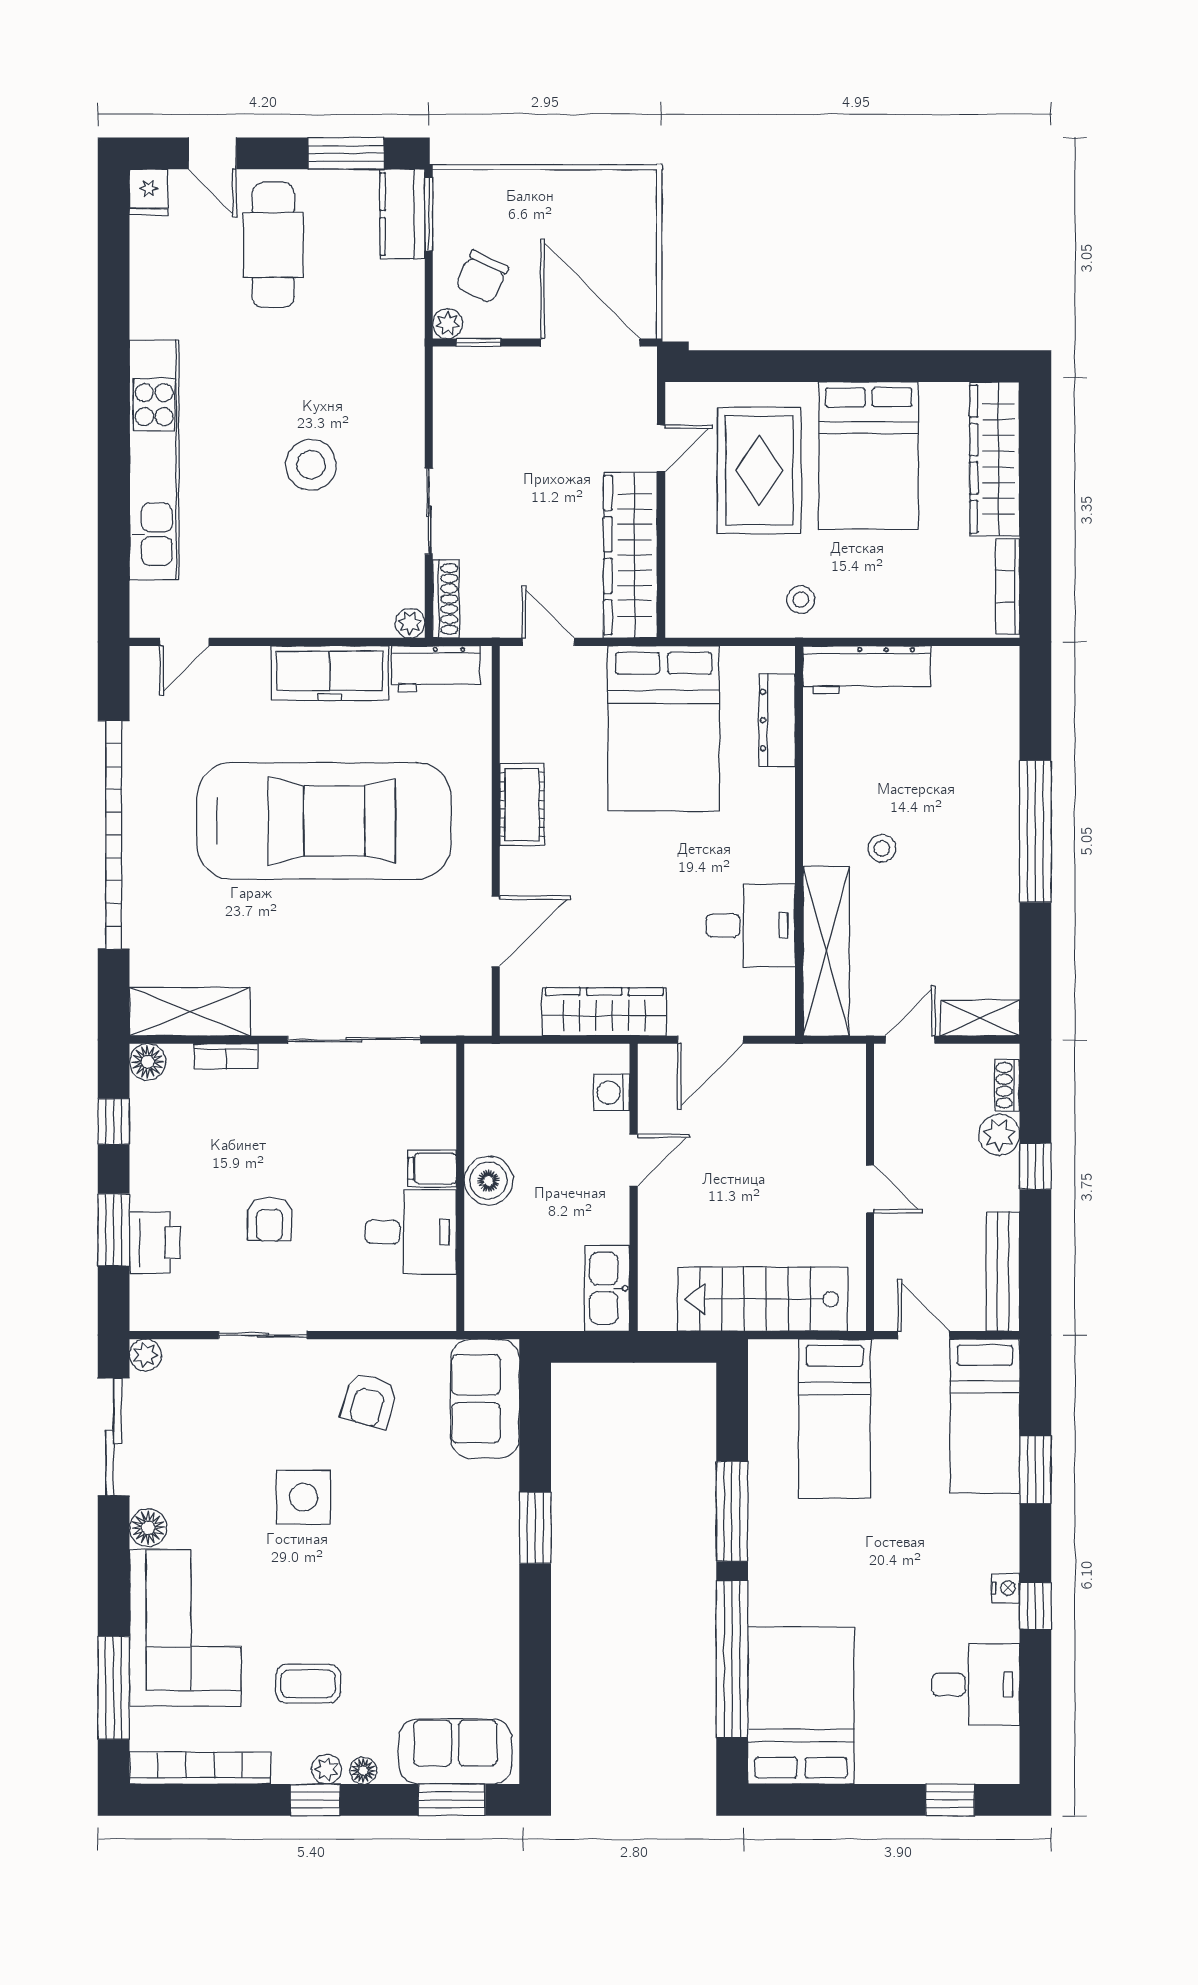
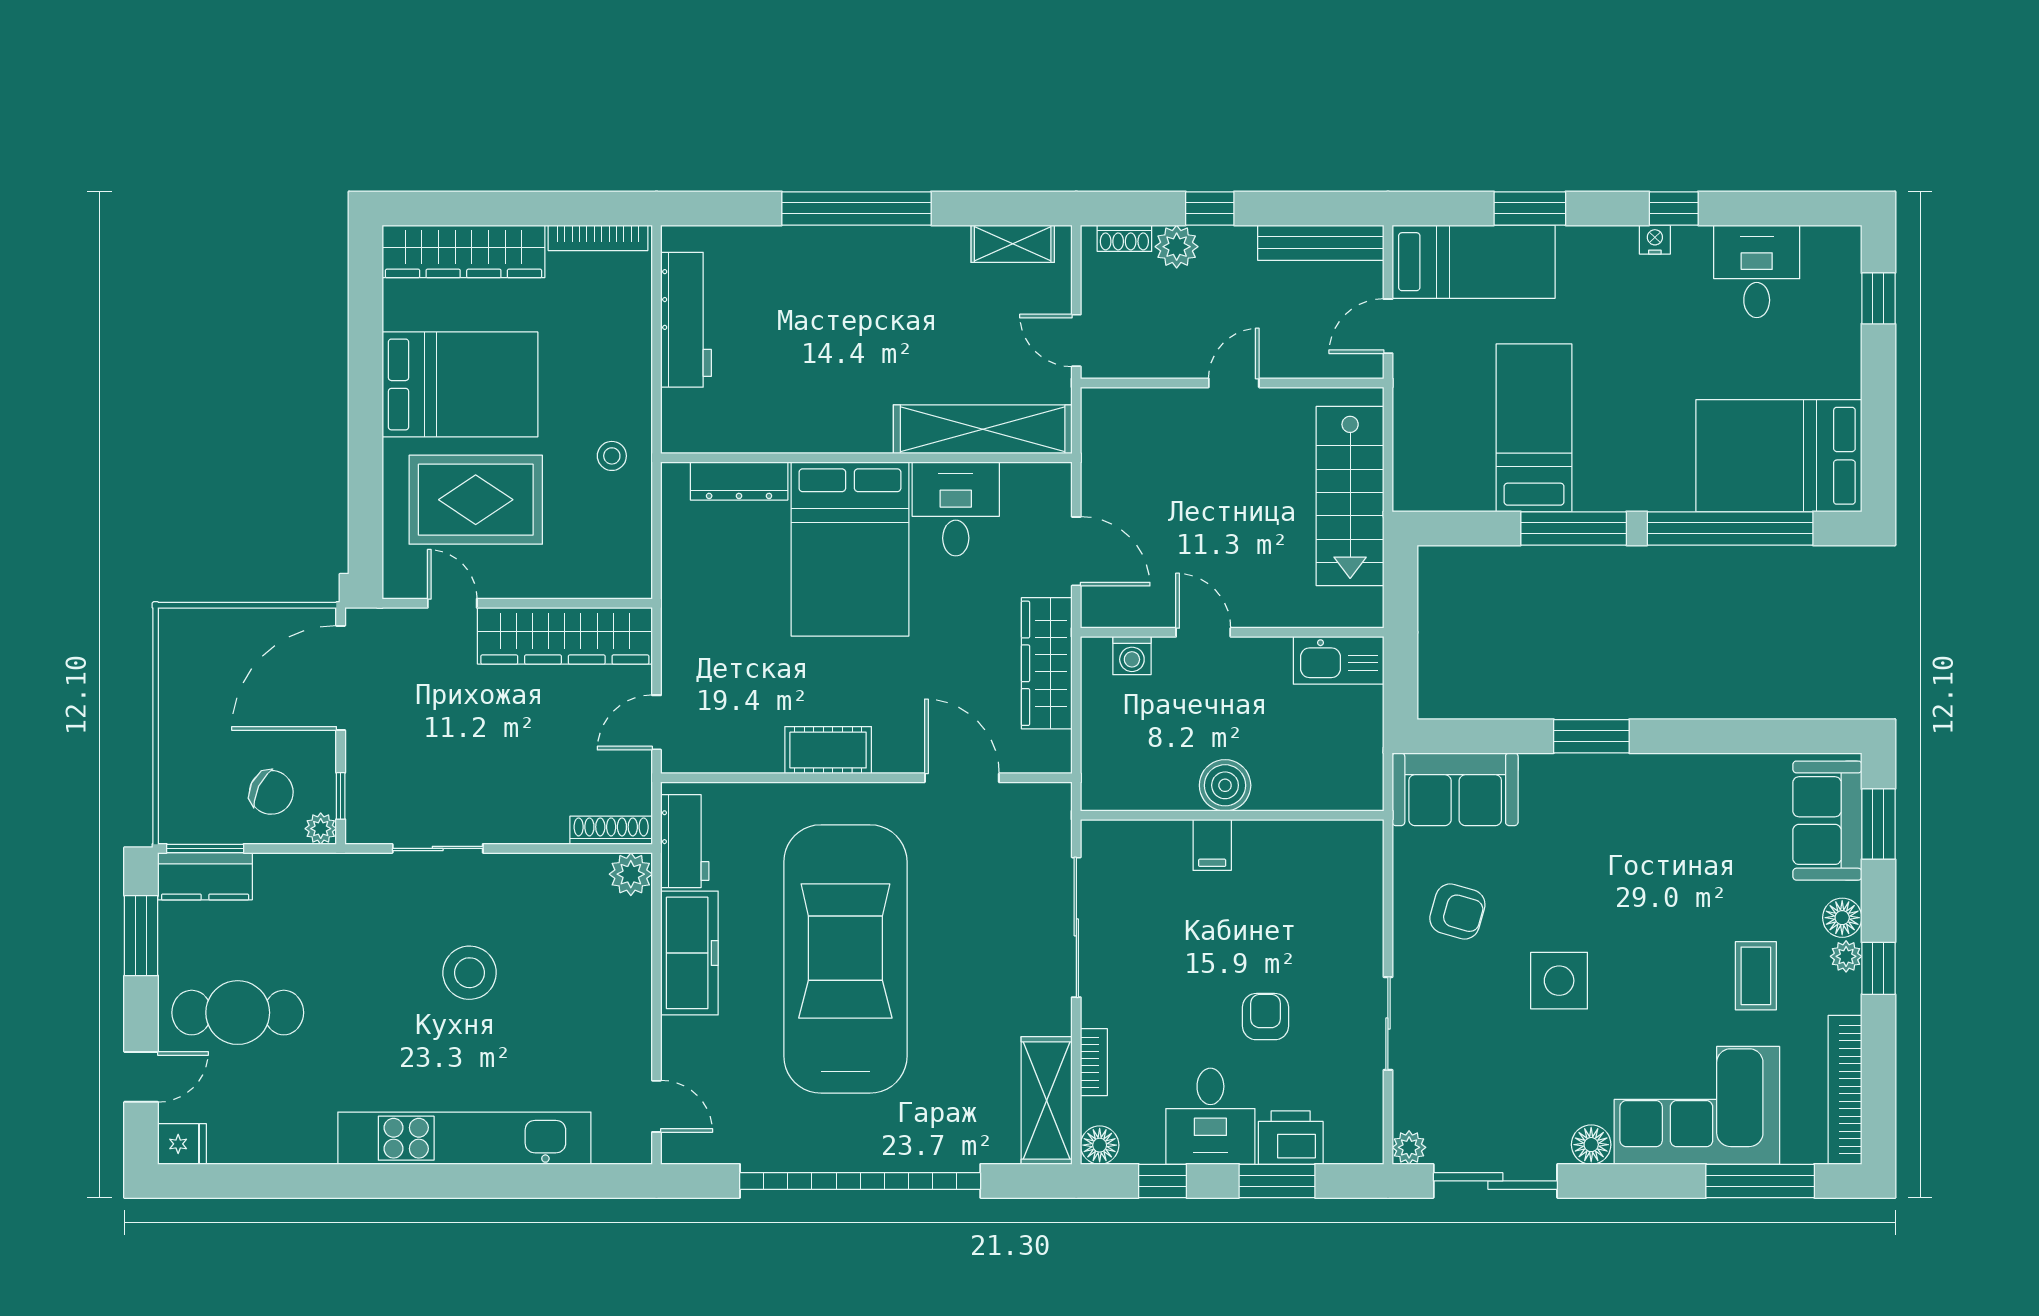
sliding door: (429, 511) -> (438, 848), moved
plant: (410, 623) -> (631, 874), width x1.38, depth x1.38
workbench: (867, 670) -> (686, 320), moved
bed: (664, 728) -> (850, 549), moved, turned 90
stool: (882, 848) -> (874, 370), removed
shelving: (980, 1018) -> (1013, 244), moved, turned 90
armchair: (269, 1219) -> (1266, 1017), turned -90
desk: (411, 1232) -> (1210, 1116), moved, turned 180
bed: (835, 1419) -> (1534, 428), moved, turned -90
floor lamp: (363, 1771) -> (1842, 918), width x1.37, depth x1.37

